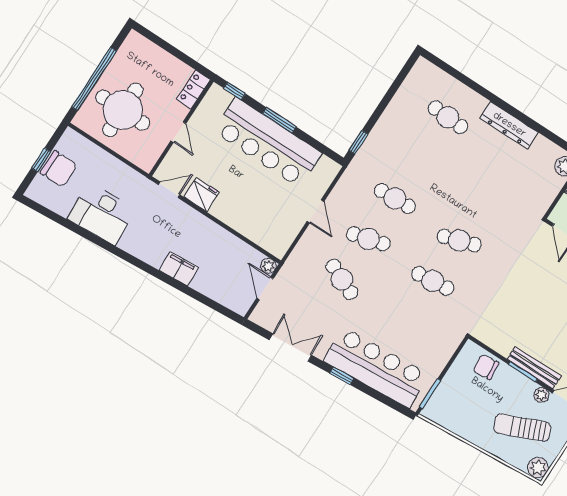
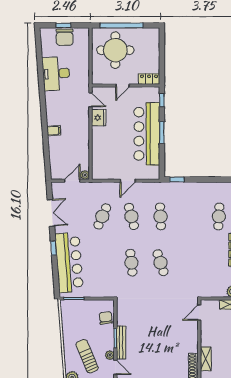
filing cabinet: (179, 269) -> (54, 131), width x0.50

